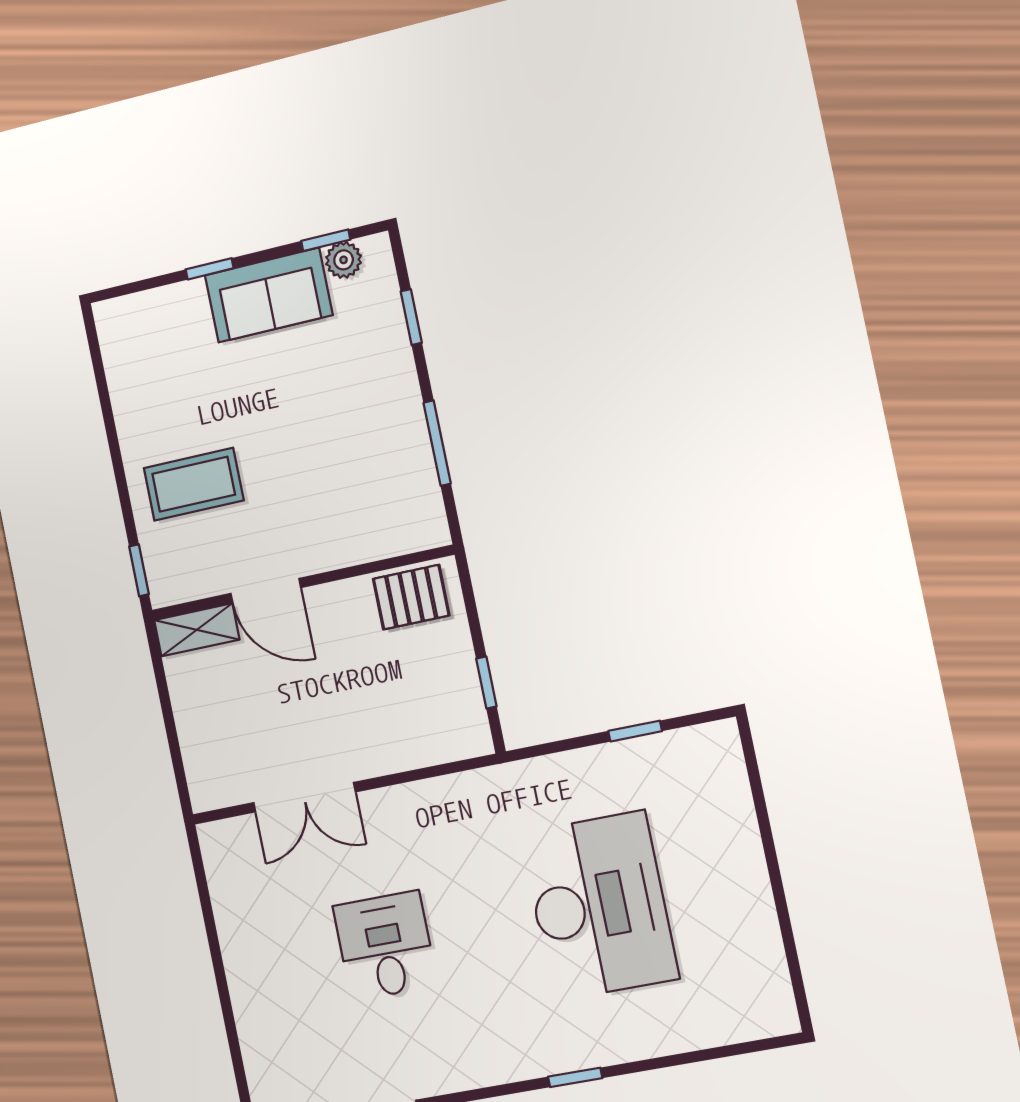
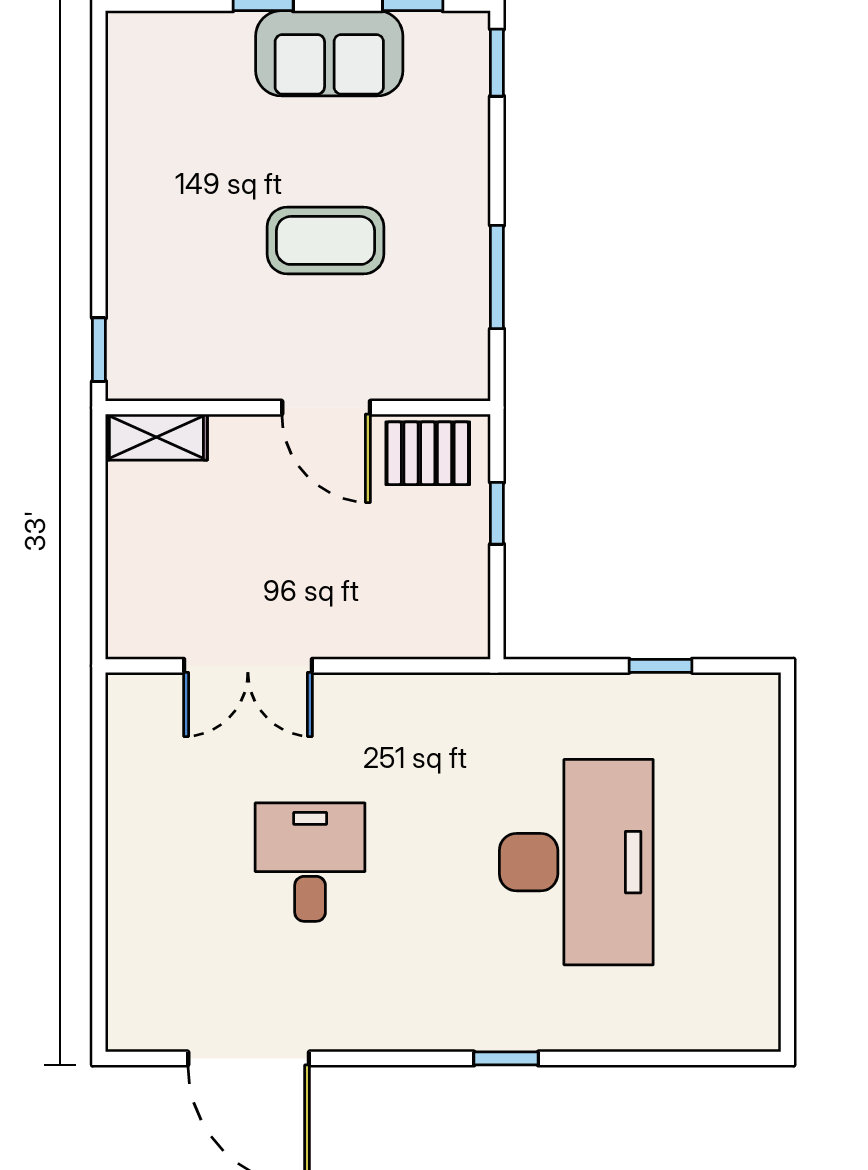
plant: (344, 260) -> (429, 33), removed
window: (411, 317) -> (497, 63), moved
coffee table: (194, 484) -> (325, 240), moved
door: (266, 590) -> (326, 408), moved
window: (486, 683) -> (497, 513), moved

